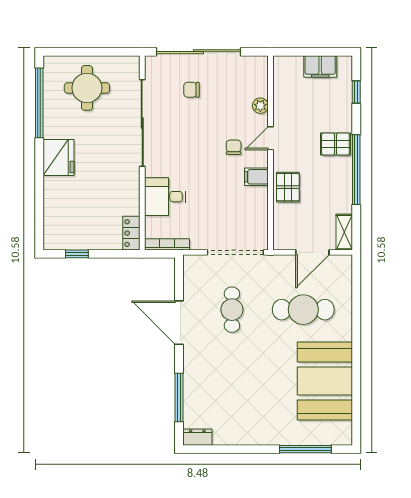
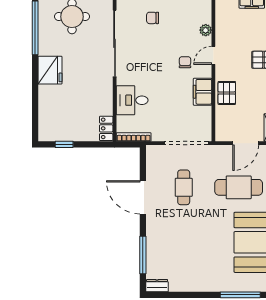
filing cabinet: (256, 177) -> (203, 92), width x2.00

